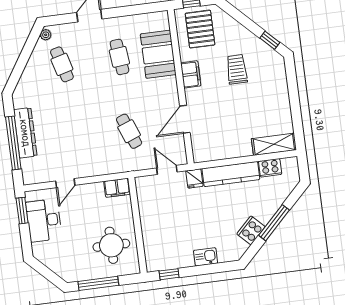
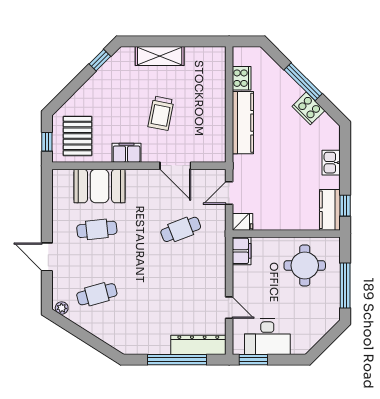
pallet: (200, 29) -> (78, 136), turned 90
trolley: (237, 69) -> (161, 113), moved, turned -79
dresser: (25, 133) -> (198, 345), moved
shelving: (274, 144) -> (160, 56), moved, turned 90
fridge: (194, 178) -> (243, 222), moved
kitchen counter: (164, 261) -> (330, 210), added

